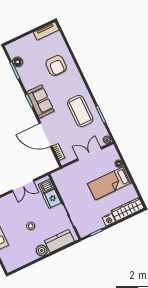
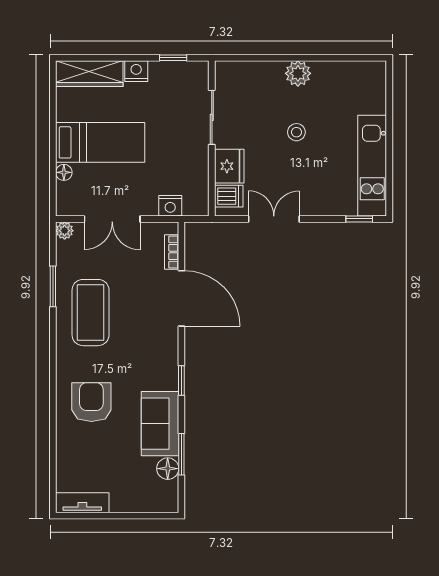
armchair: (56, 65) -> (91, 402), moved
sofa: (40, 101) -> (160, 424), moved
nightstand: (68, 171) -> (170, 206), added
kitchen counter: (59, 241) -> (254, 75), removed

